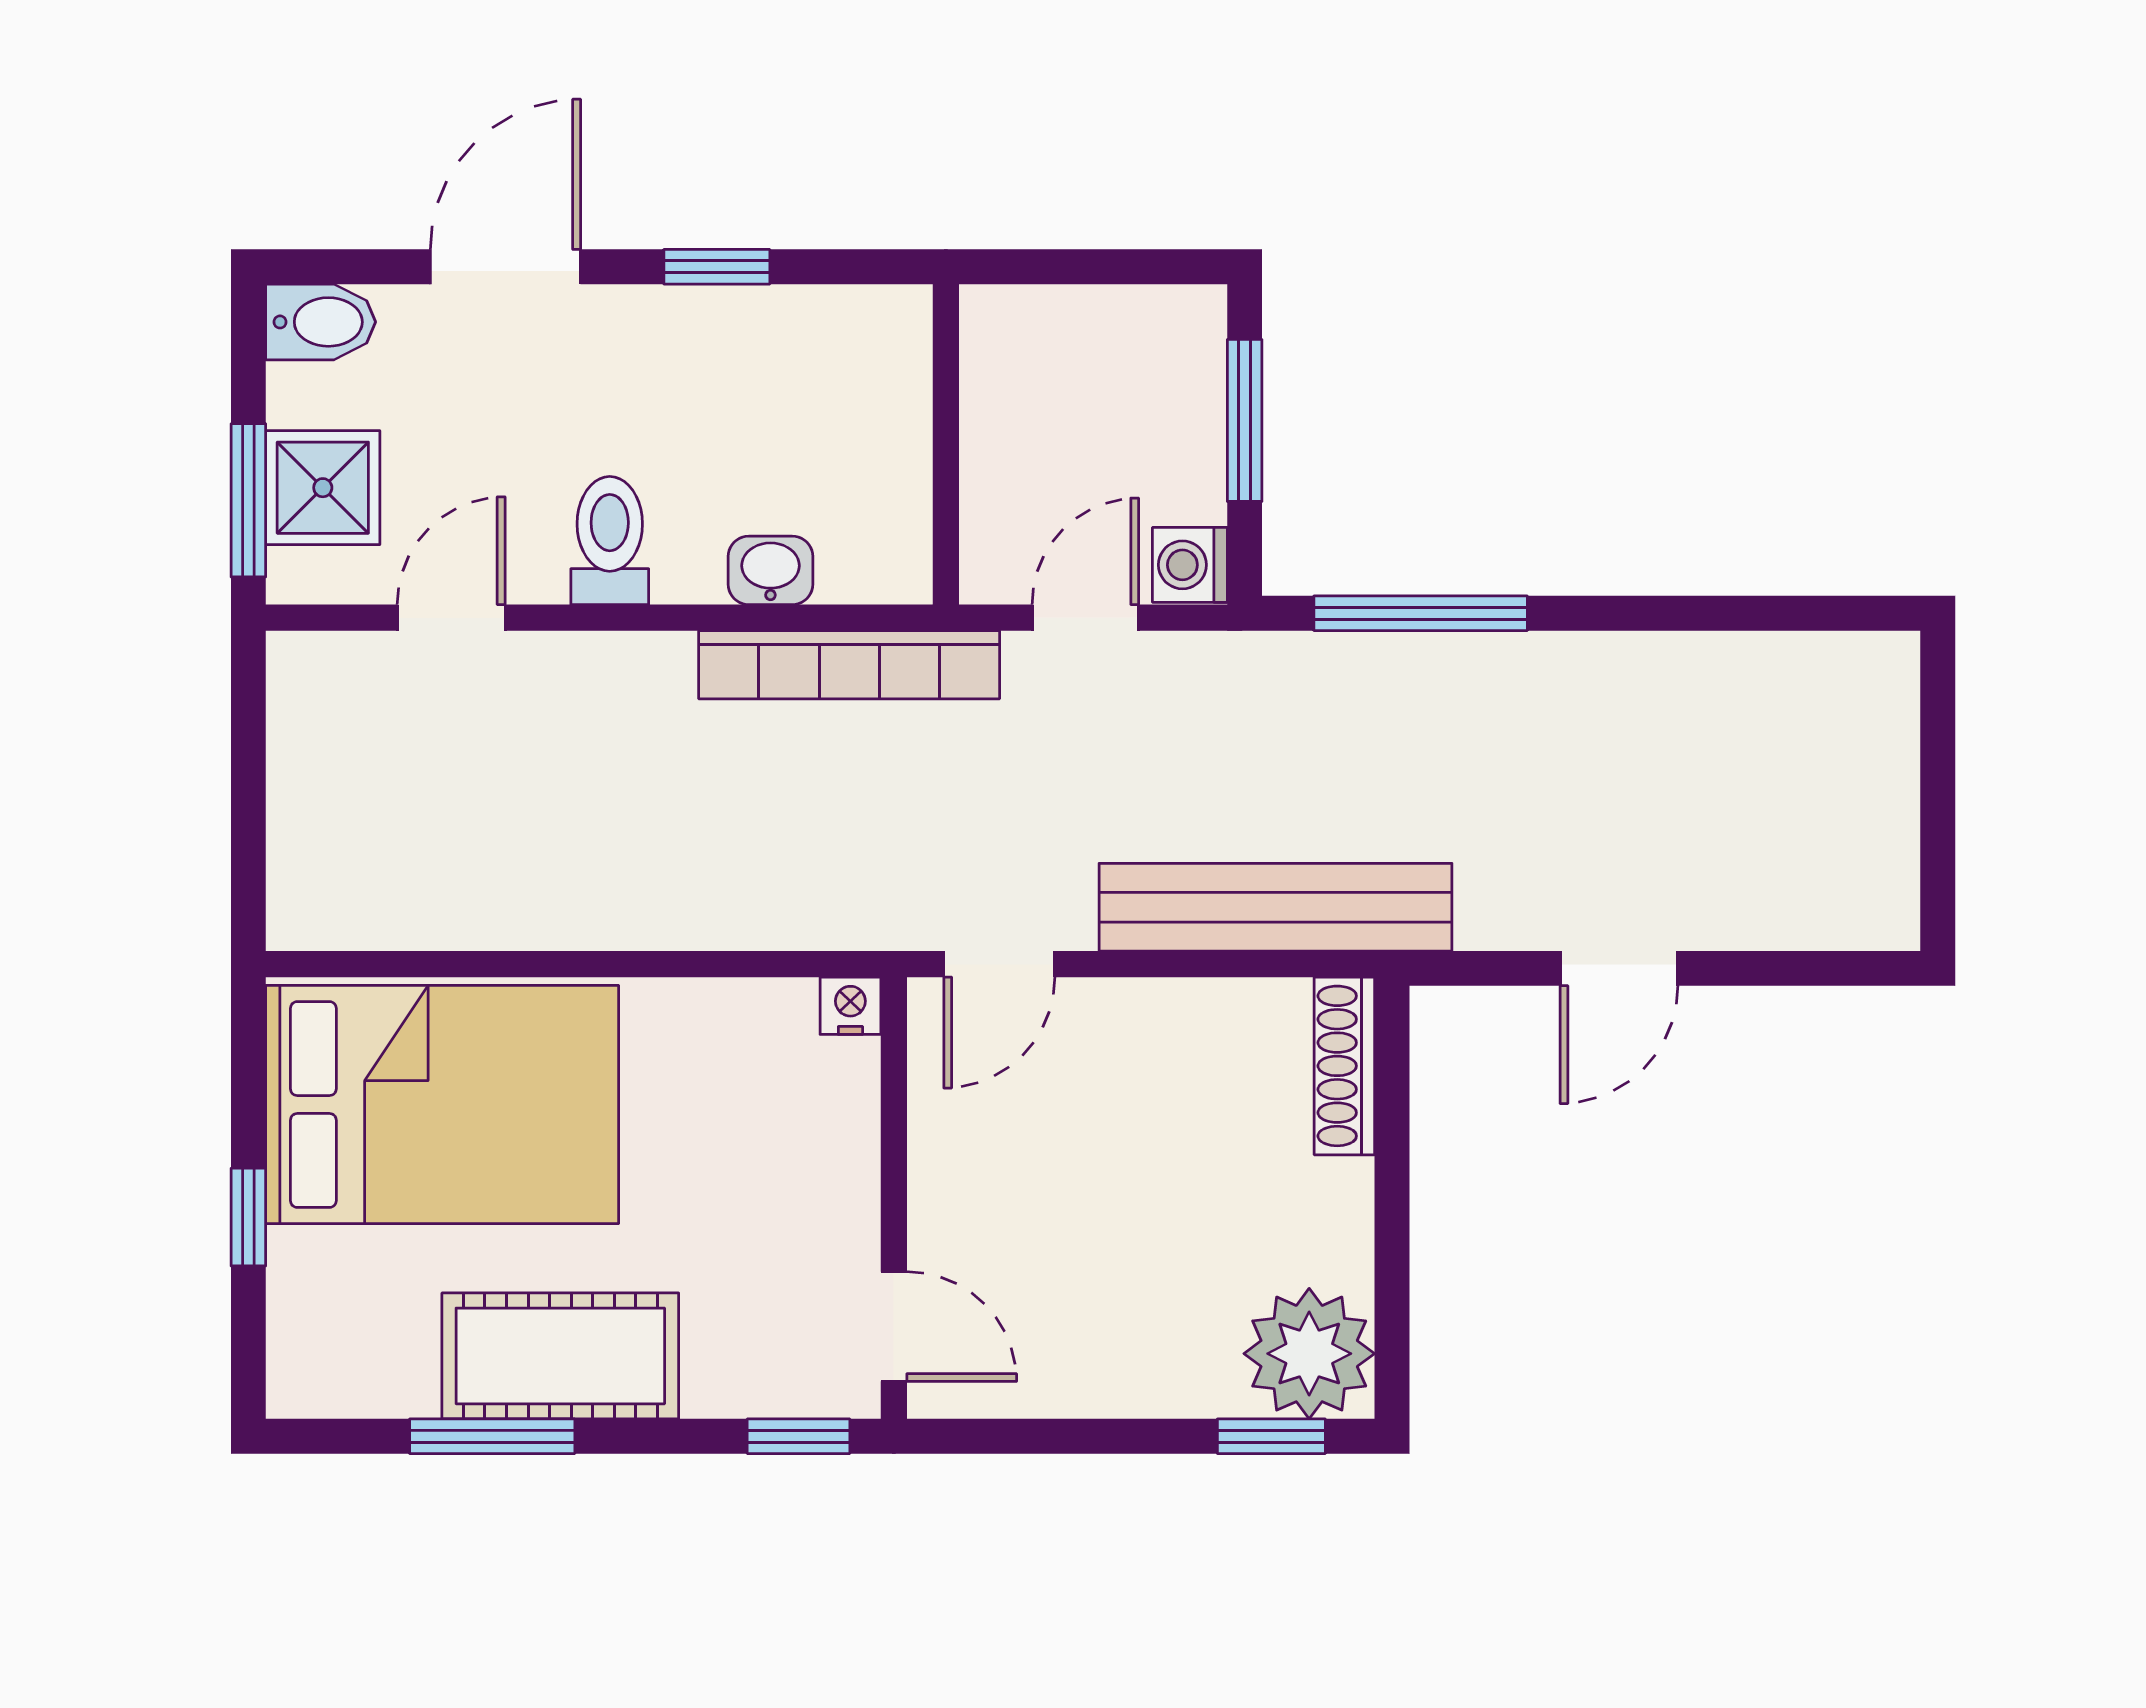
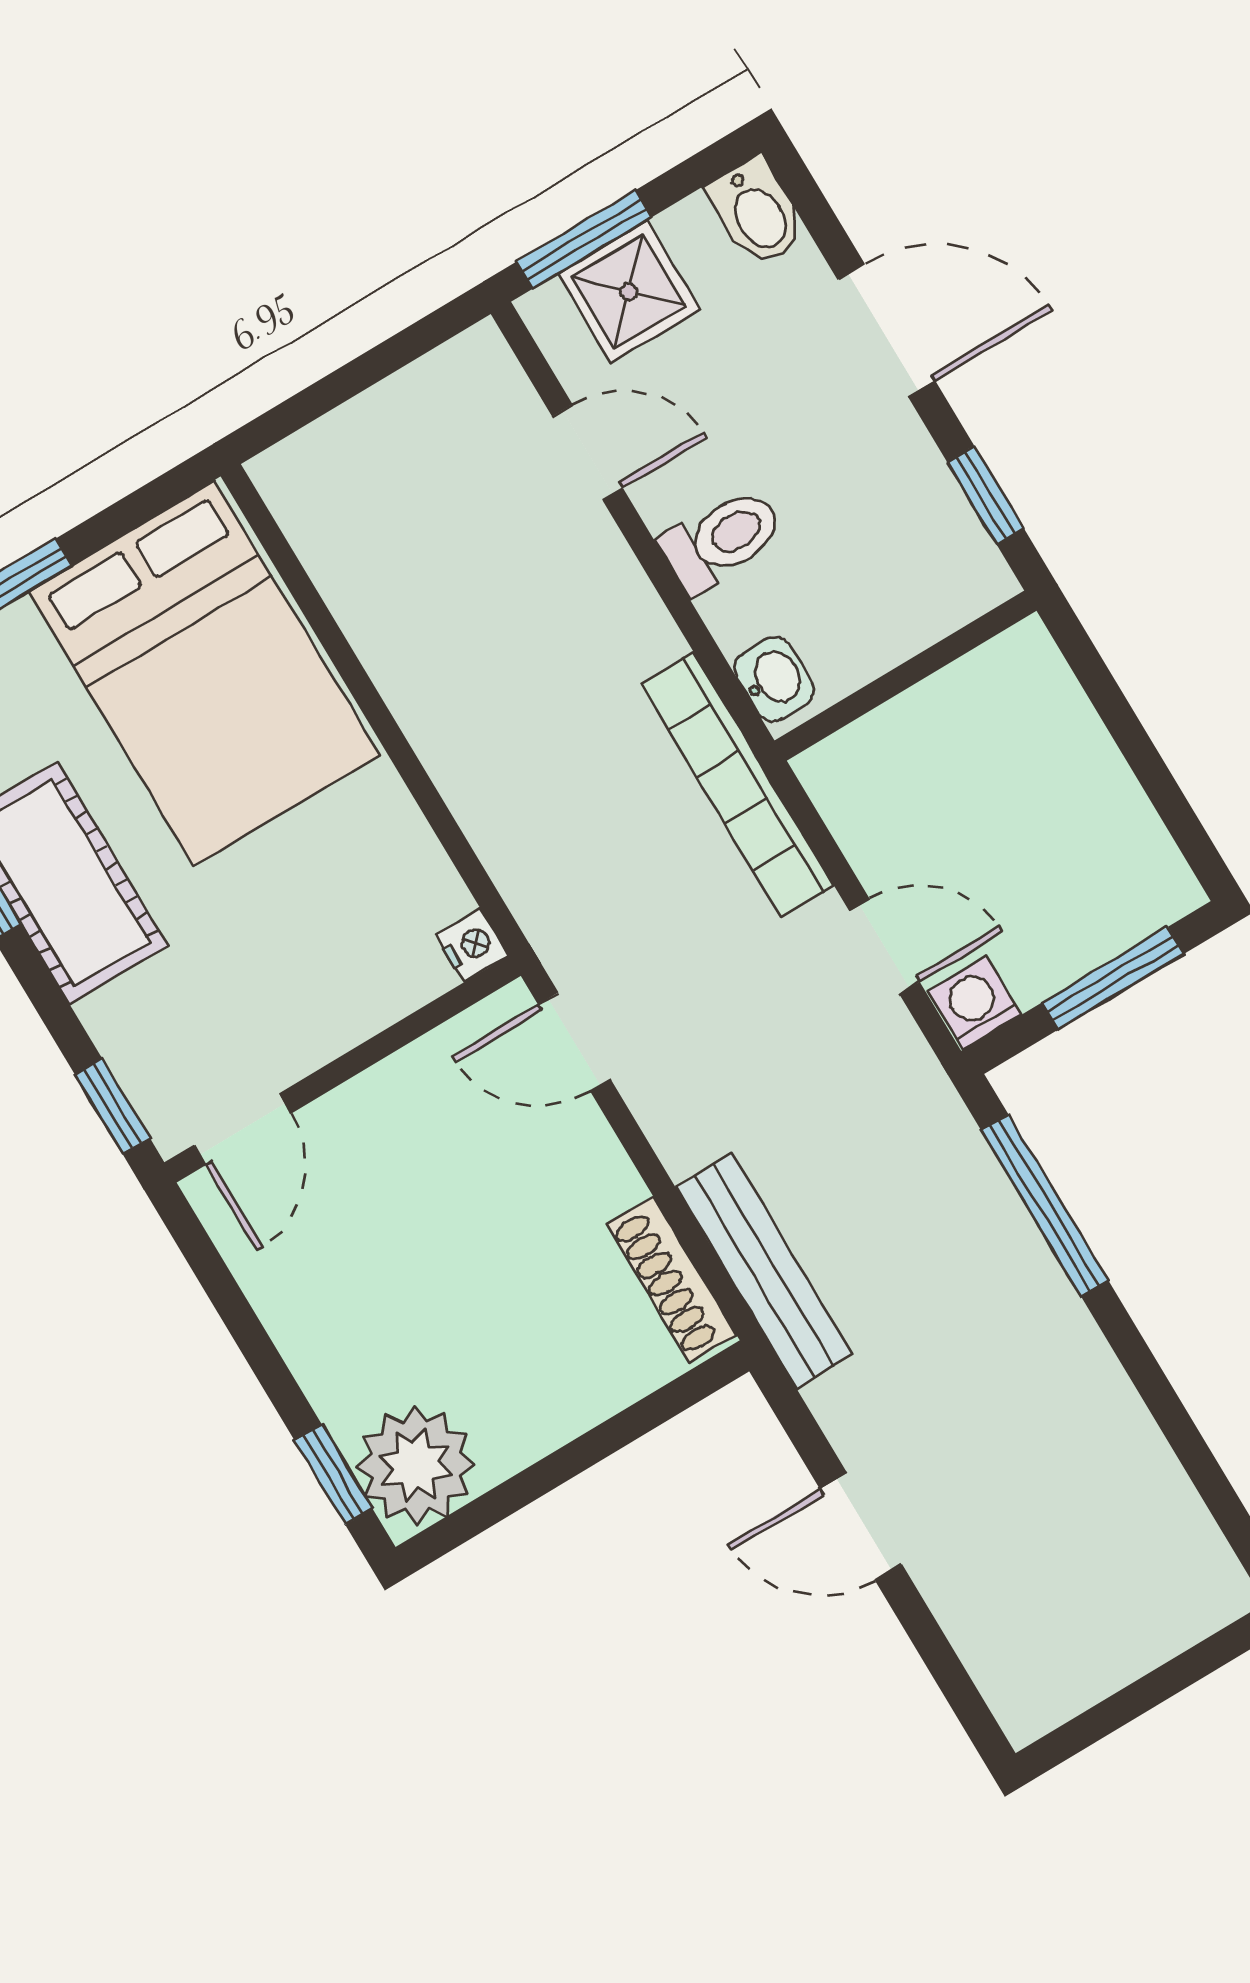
wall: (946, 444) -> (906, 676), moved
bench: (1275, 907) -> (764, 1271), width x0.73, depth x0.82
shoe rack: (1344, 1066) -> (671, 1280), moved, turned -90

